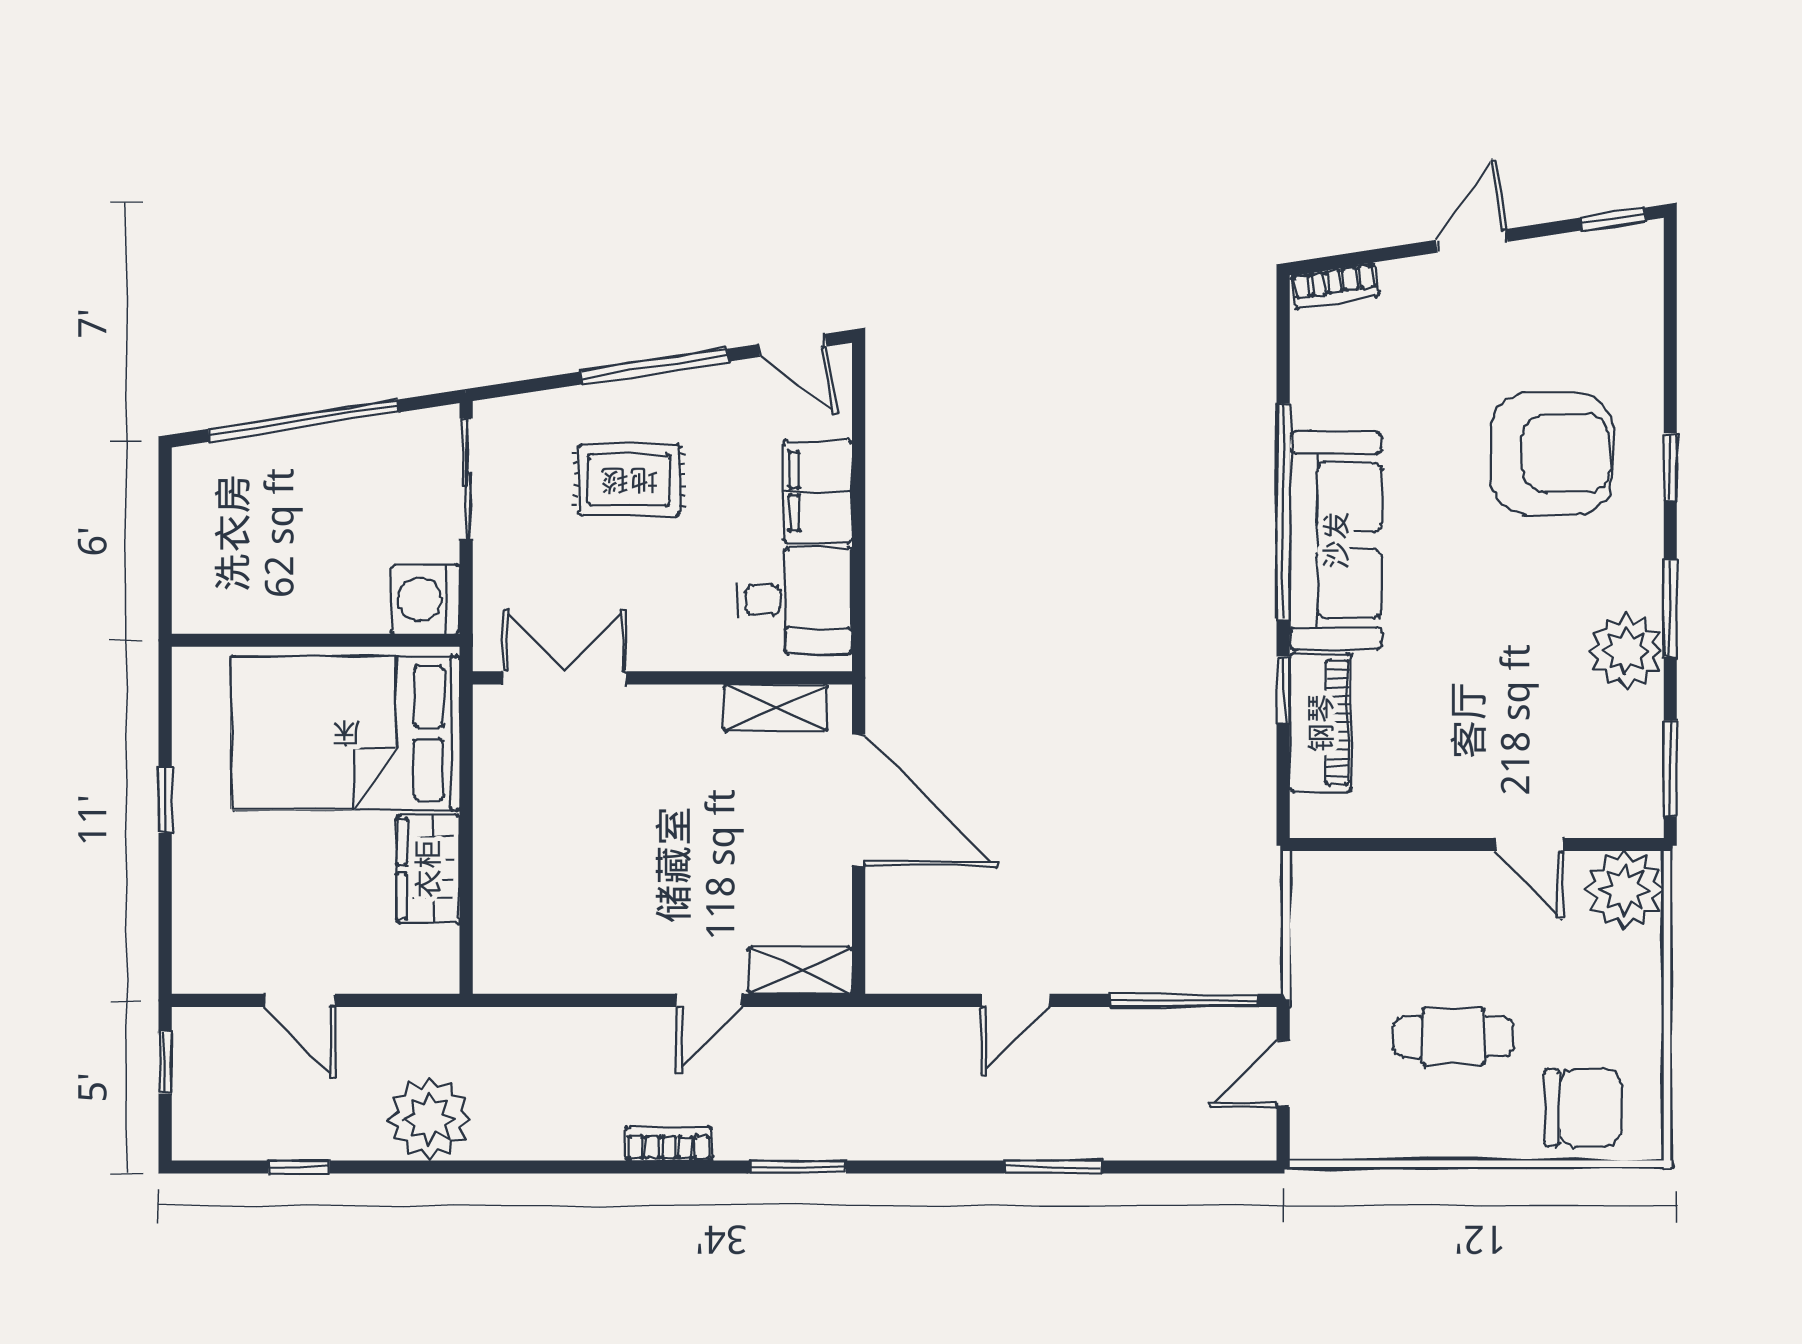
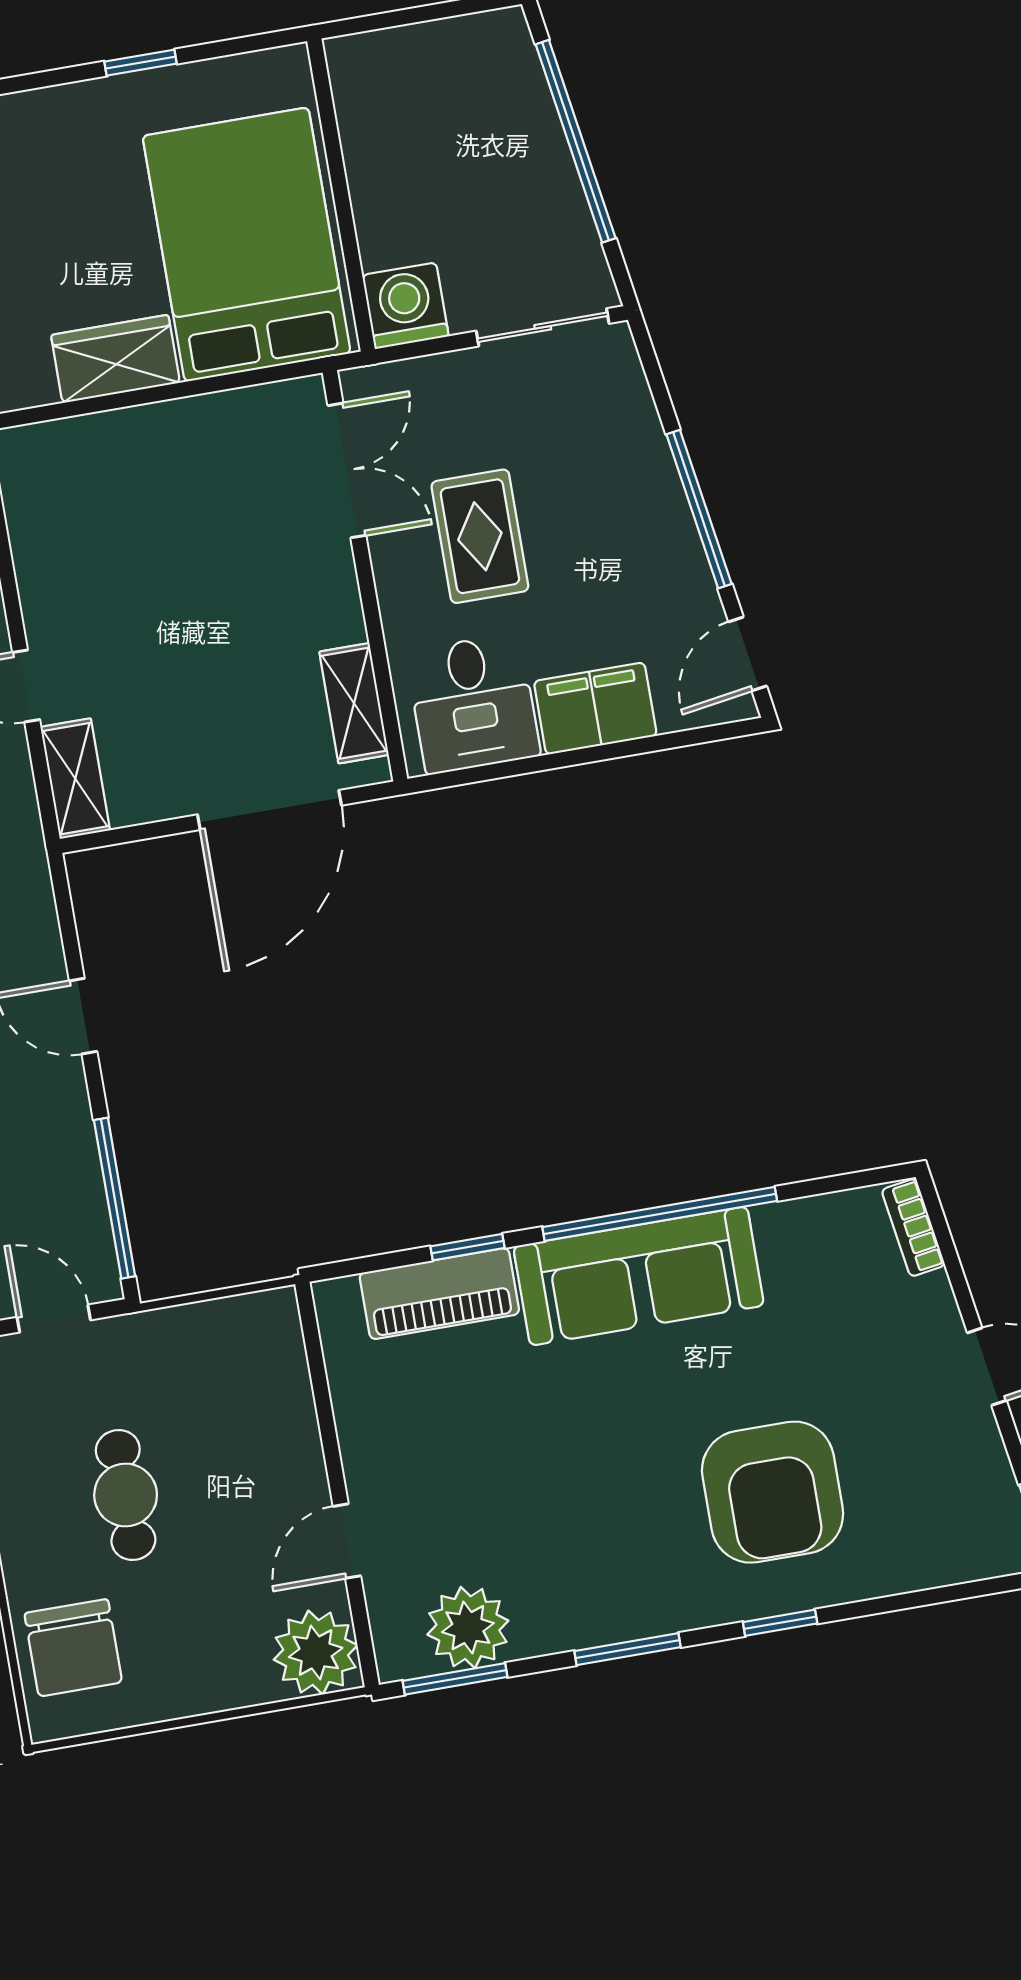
rug: (629, 480) -> (480, 536), moved
plant: (1626, 651) -> (468, 1628), moved

